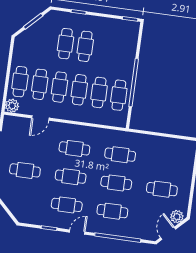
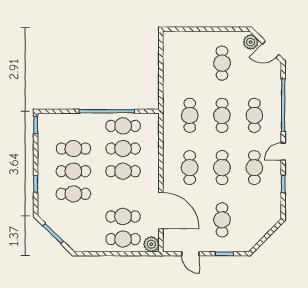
cafe table: (60, 87) -> (73, 149), moved
door: (40, 118) -> (161, 210), width x1.88
door: (77, 232) -> (283, 152), hinge flipped

